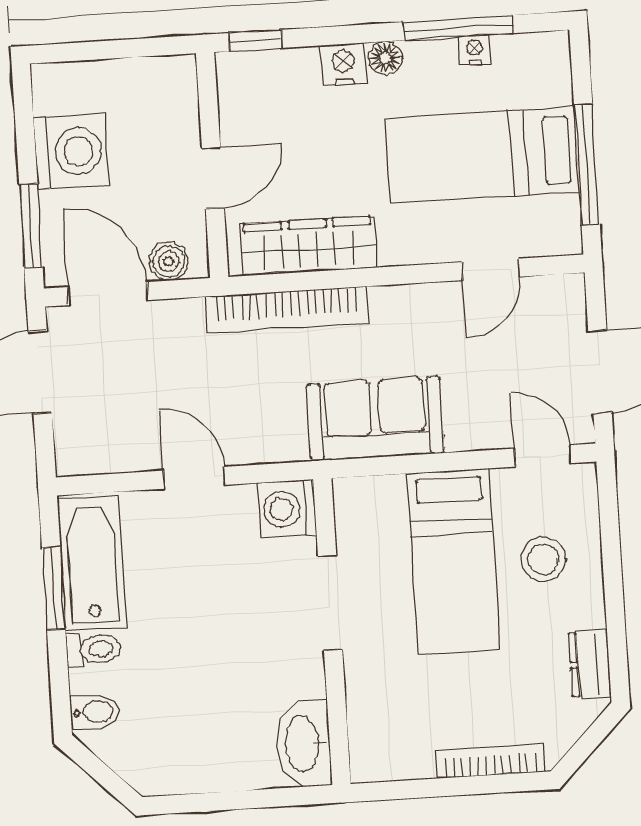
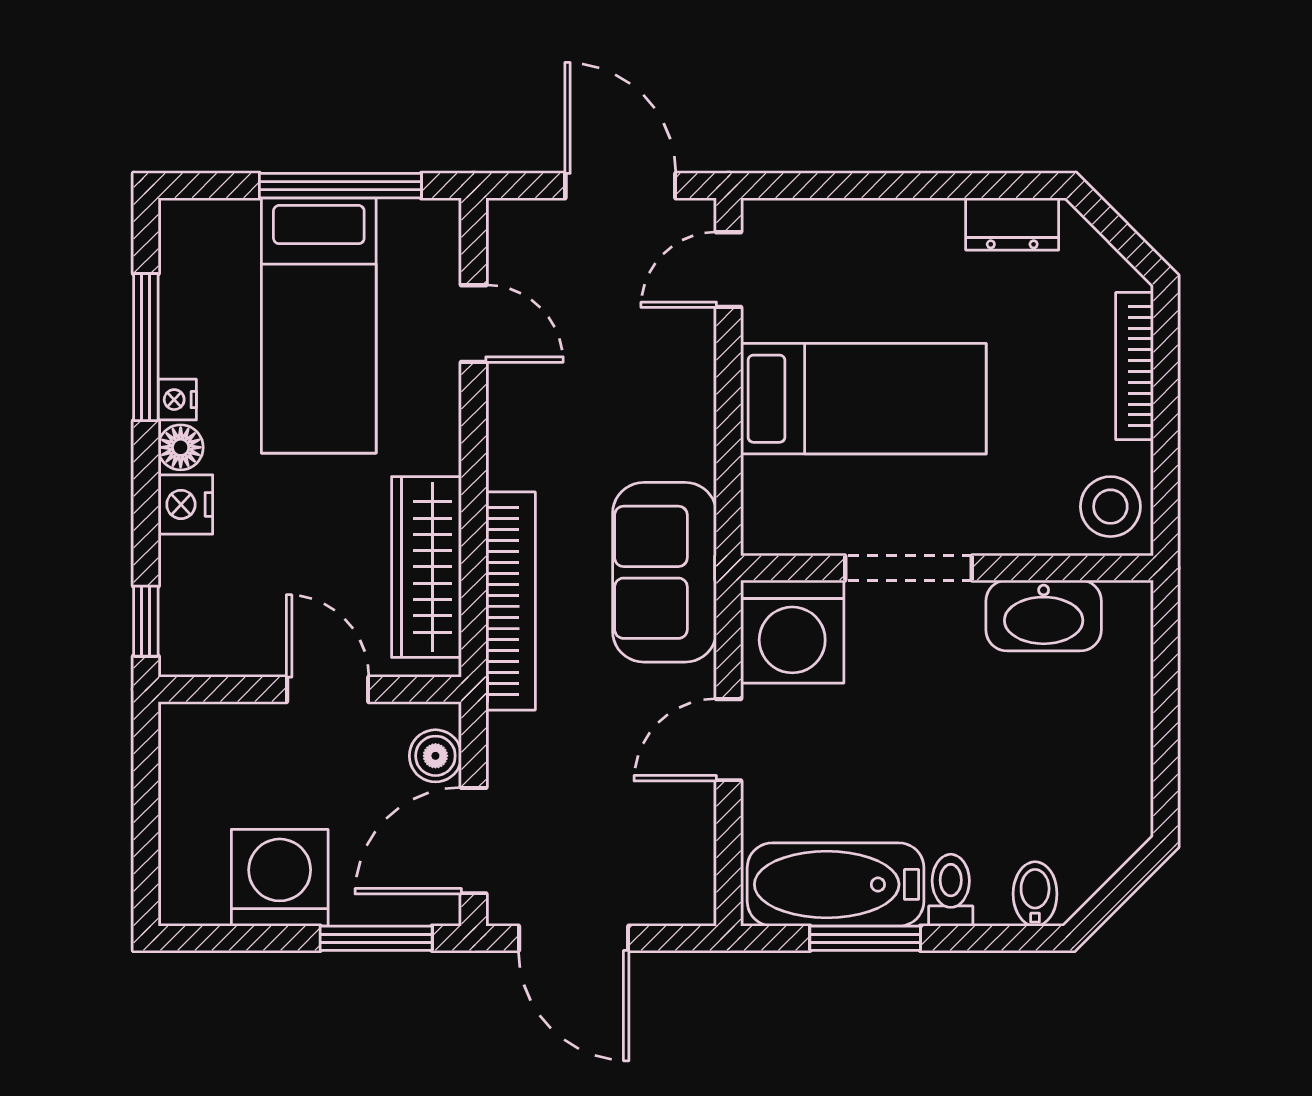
nightstand: (474, 50) -> (177, 400), moved
sofa: (375, 419) -> (664, 572), moved
washing machine: (287, 509) -> (792, 632), width x1.37, depth x1.37
stool: (543, 559) -> (1110, 507), moved
washbasin: (304, 744) -> (1044, 615), moved

